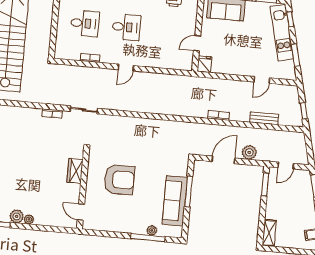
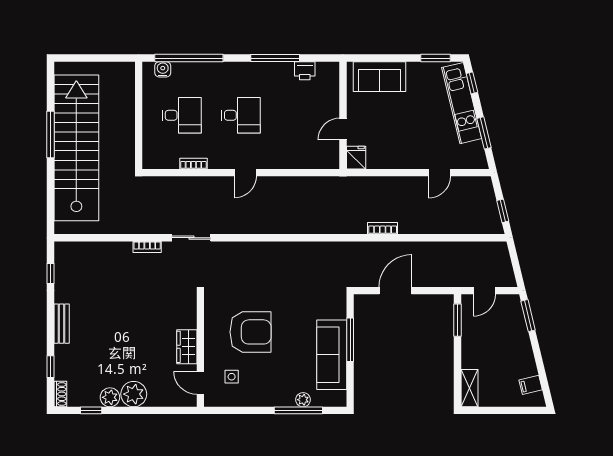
bench: (264, 118) -> (448, 227), removed
plant: (249, 152) -> (431, 277), removed
wardrobe: (75, 171) -> (187, 347), moved
side table: (103, 210) -> (232, 377), added
plant: (29, 219) -> (134, 394), width x1.88, depth x1.88

